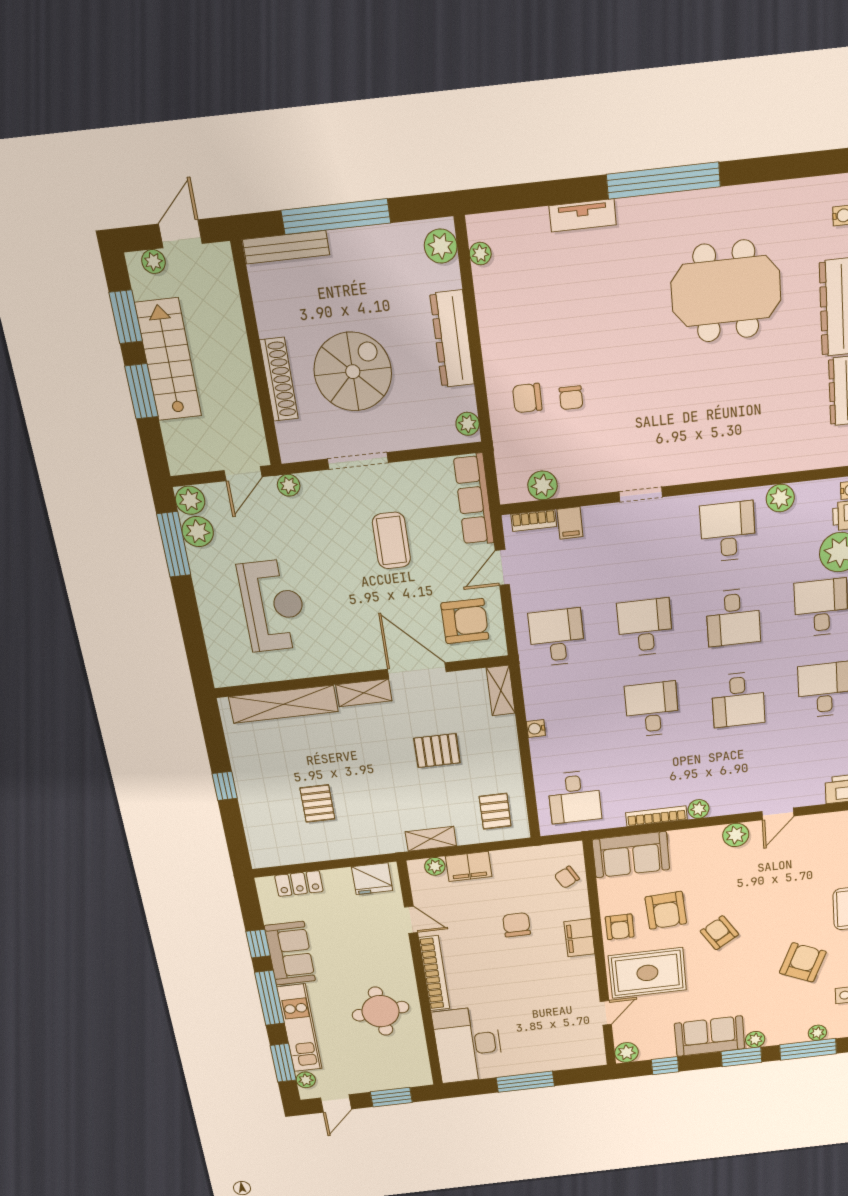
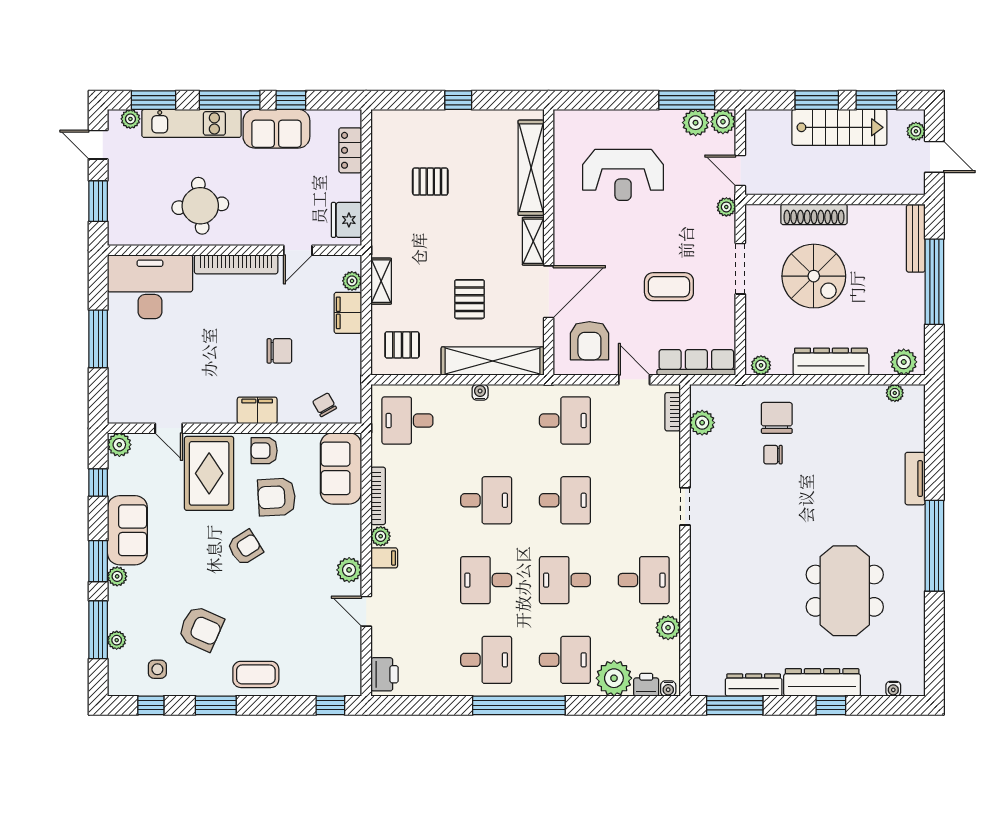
chair: (527, 398) -> (777, 418), width x1.37, depth x1.37
filing cabinet: (570, 523) -> (384, 558), moved, turned 180
shelving: (501, 691) -> (493, 361), width x2.20, depth x1.33

